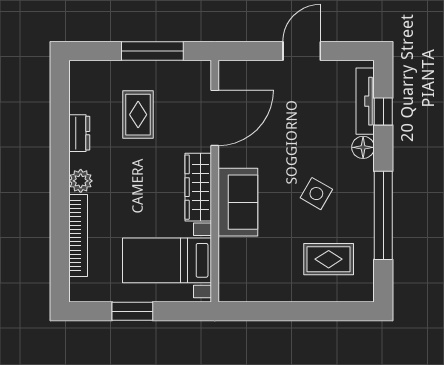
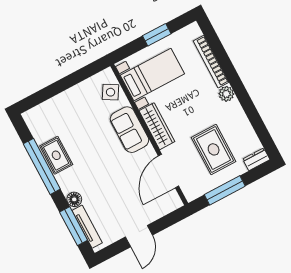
window: (383, 111) -> (74, 226), width x2.17
rug: (138, 115) -> (214, 149), width x1.36, depth x1.43
dresser: (79, 133) -> (256, 159), moved, turned 90
side table: (316, 194) -> (111, 92), moved
rug: (329, 259) -> (56, 155), moved, turned 90

